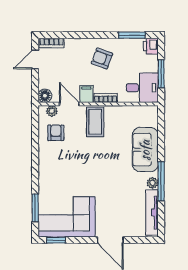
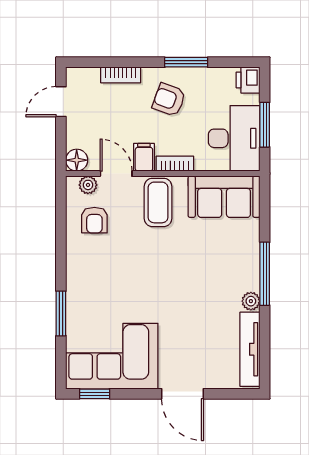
window: (132, 35) -> (186, 62), moved
bookcase: (52, 43) -> (121, 75), moved
desk: (142, 88) -> (234, 138), width x1.37
armchair: (56, 133) -> (94, 220), turned 180
sofa: (145, 150) -> (224, 197), moved, turned -90
window: (161, 181) -> (265, 274), moved
window: (35, 208) -> (61, 313), moved

